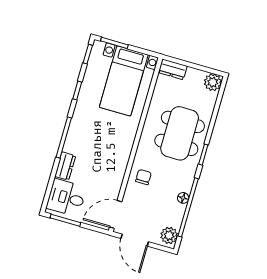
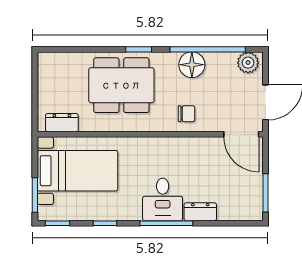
dresser: (173, 69) -> (62, 123), moved, turned -90
plant: (213, 82) -> (48, 63), removed
chair: (143, 177) -> (187, 114), turned 180
desk: (66, 198) -> (163, 199), moved
floor lamp: (183, 198) -> (192, 65), width x1.89, depth x1.89

